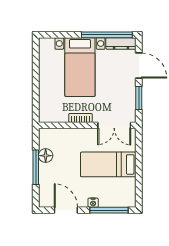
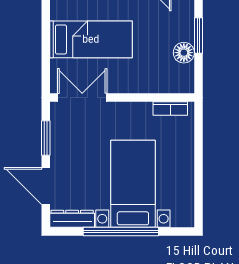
window: (107, 35) -> (121, 232), moved
bookcase: (80, 118) -> (170, 108), moved
window: (36, 167) -> (198, 35), width x0.69

